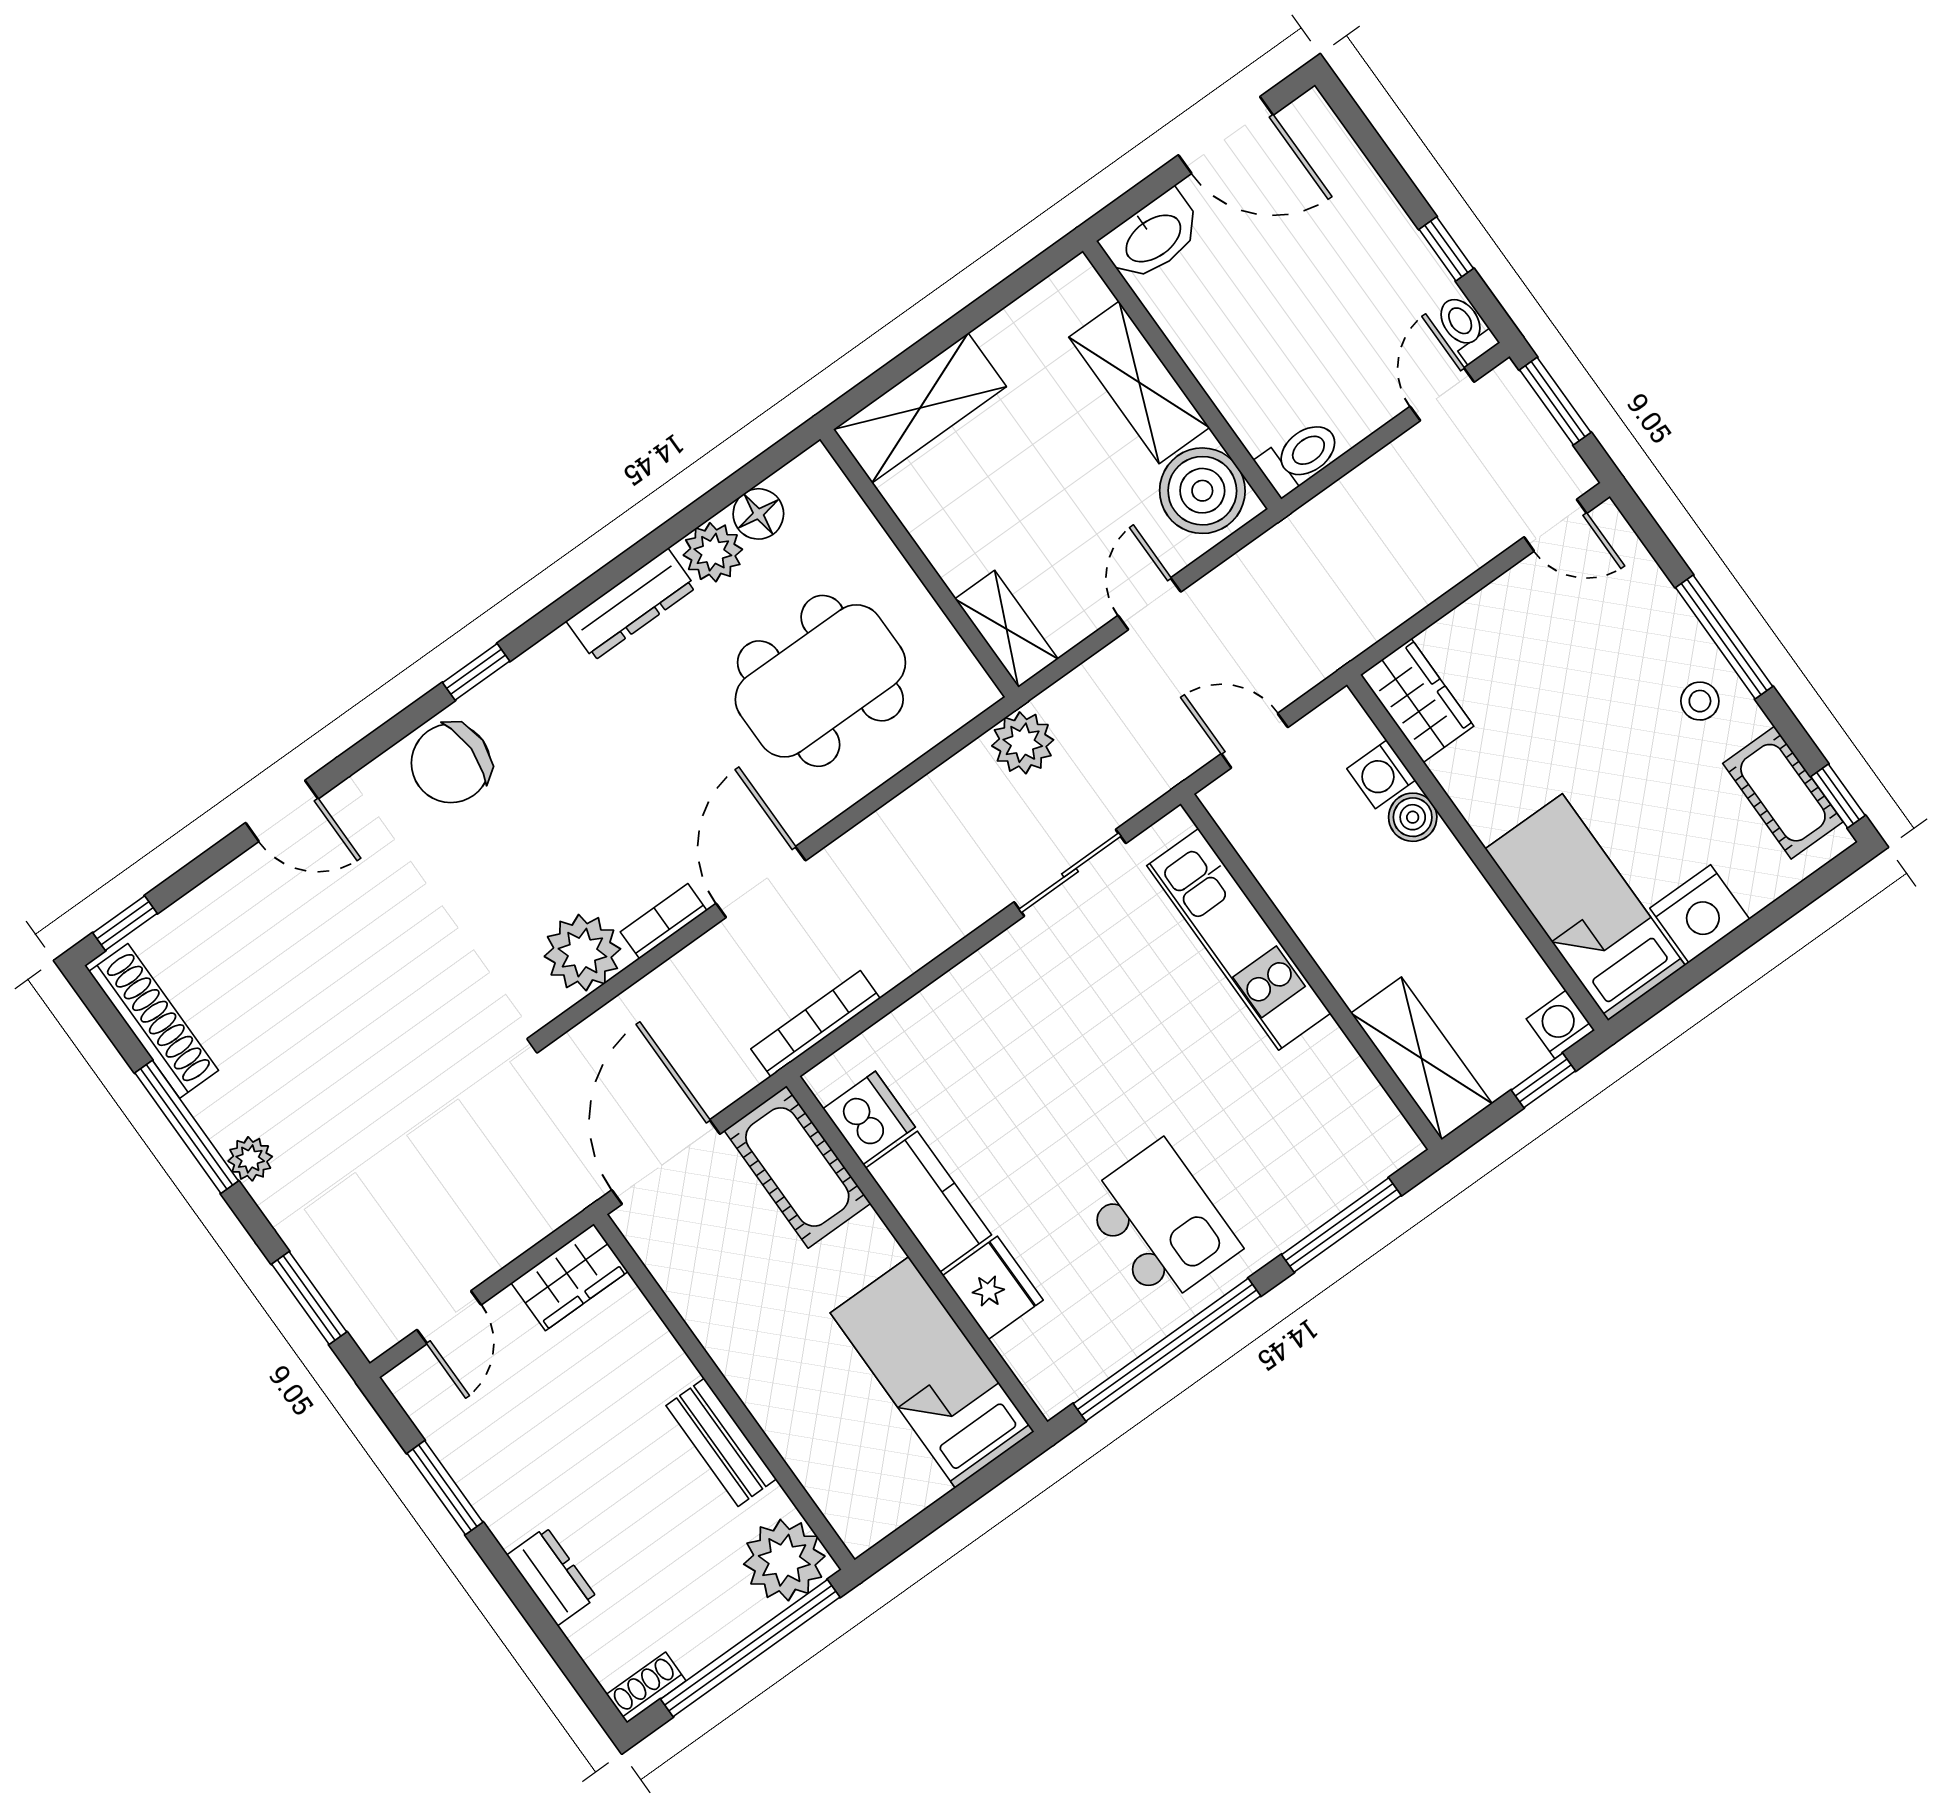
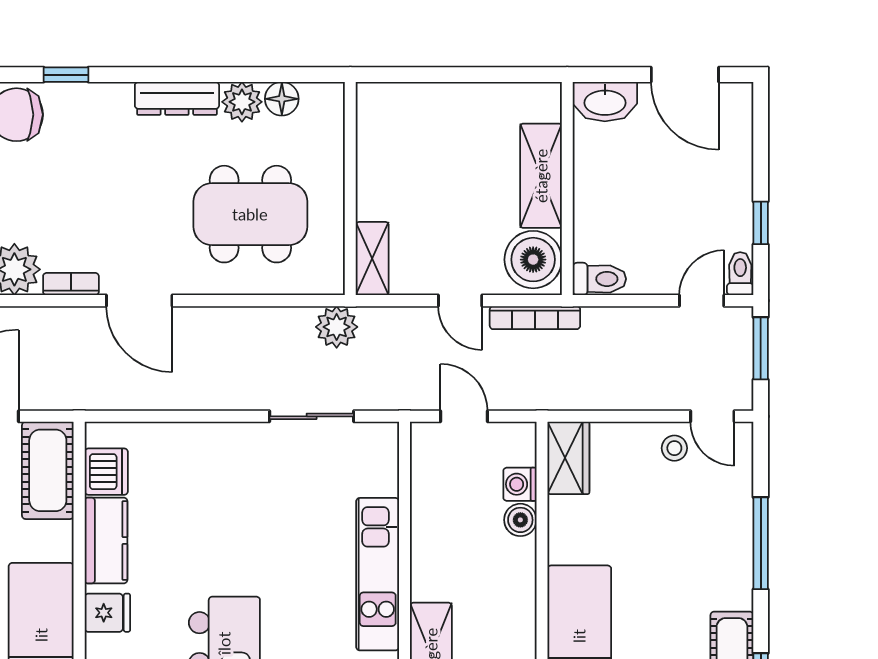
shelving: (920, 408) -> (411, 104), removed
door: (1150, 604) -> (460, 301), swing flipped
stool: (1700, 701) -> (674, 448), moved
door: (761, 882) -> (139, 301), swing flipped
kitchen unit: (1239, 939) -> (378, 574), moved
bookcase: (816, 1024) -> (535, 318), moved, turned 180
fridge: (993, 1288) -> (107, 613), width x0.72

